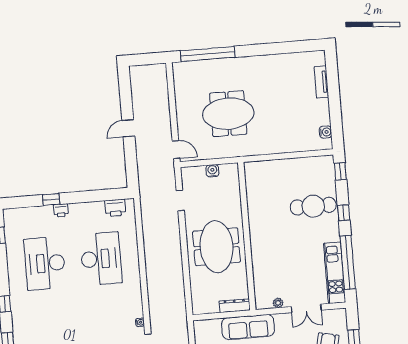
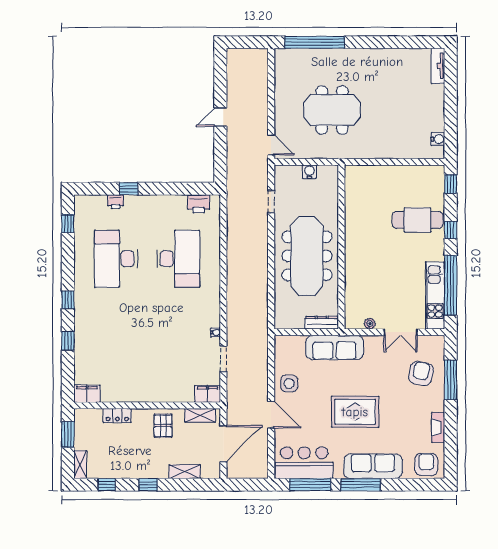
tv unit: (321, 82) -> (438, 66), moved
printer: (61, 210) -> (116, 202), moved
meeting table: (216, 247) -> (307, 256), width x1.36

